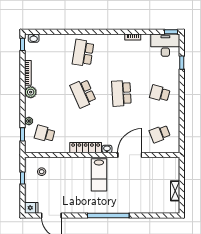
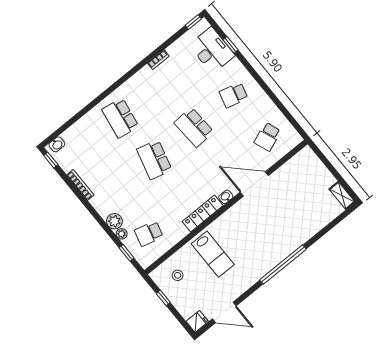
desk: (165, 45) -> (212, 50), moved, turned 90
plant: (31, 92) -> (114, 221), moved
school desk: (83, 93) -> (154, 160), turned 39
door: (130, 155) -> (254, 184), hinge flipped
lab bench: (99, 175) -> (213, 254), moved
shelving: (175, 191) -> (342, 196), moved

